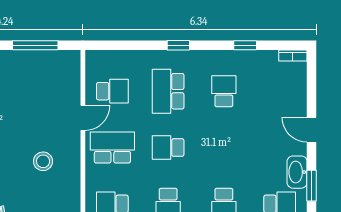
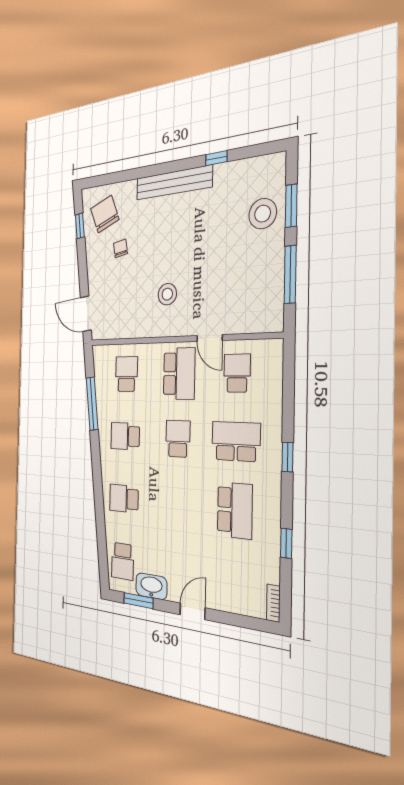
school desk: (112, 91) -> (237, 373), turned 180
school desk: (224, 91) -> (235, 510), width x1.85

